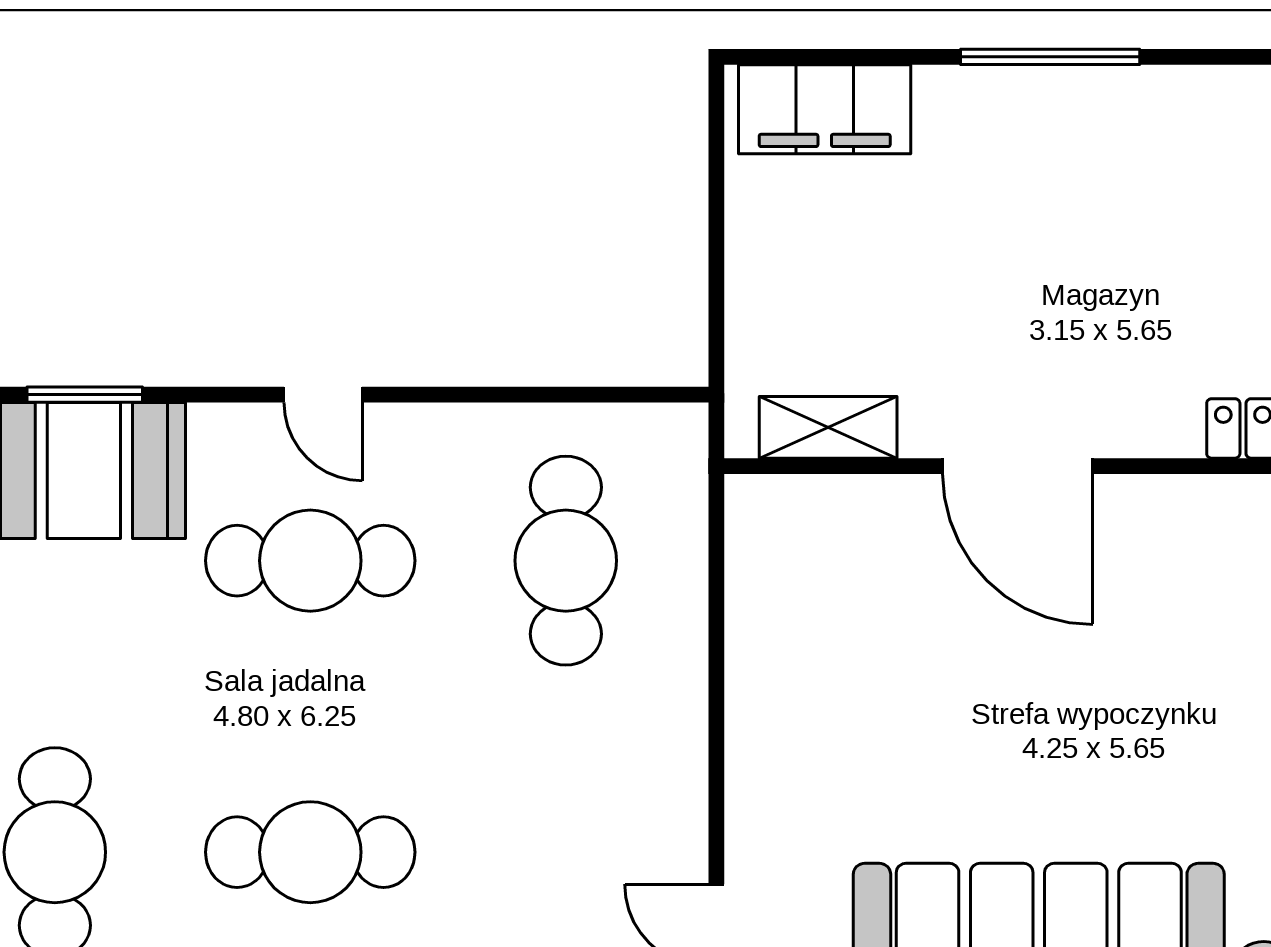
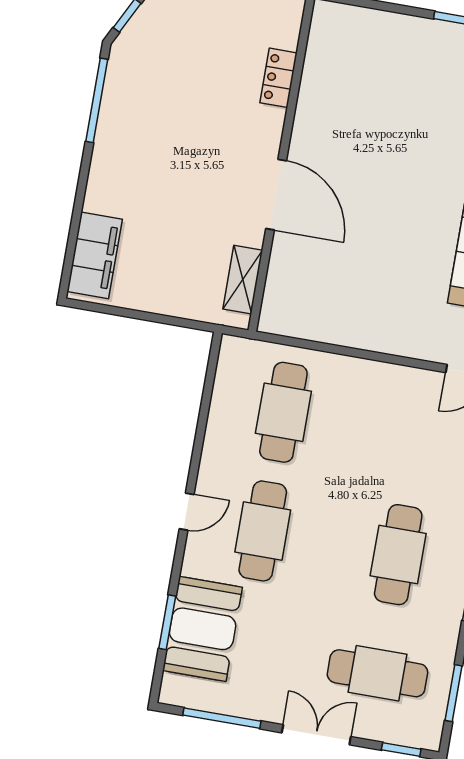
window: (1050, 57) -> (97, 100), moved
door: (1018, 466) -> (276, 195), hinge flipped
cafe table: (566, 561) -> (283, 412), turned 90

